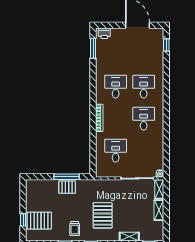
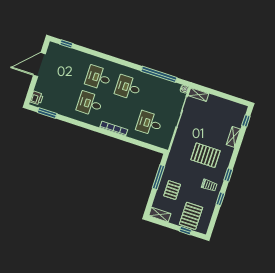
window: (166, 144) -> (159, 74), added
pallet: (67, 187) -> (172, 190), moved
shelving: (159, 210) -> (160, 215), moved

